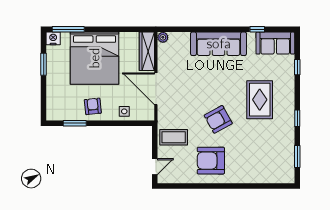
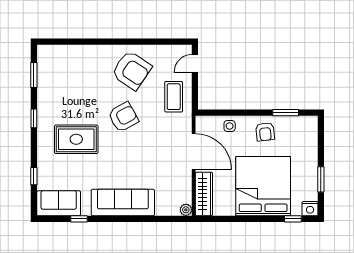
window: (68, 29) -> (293, 219), width x0.46
rug: (260, 100) -> (76, 139), turned 90
coffee table: (174, 137) -> (174, 97), turned 90
armchair: (211, 161) -> (132, 70), turned 34

